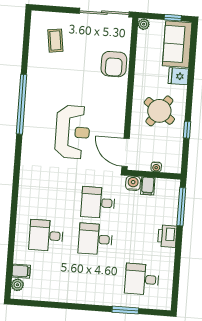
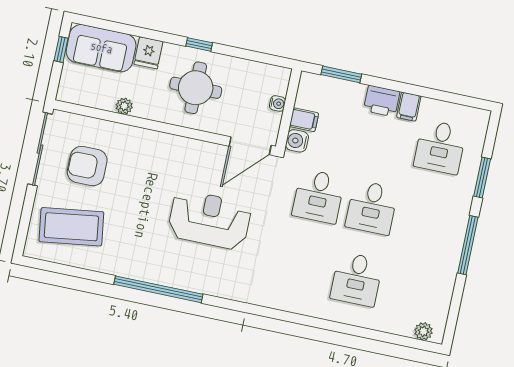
plant: (144, 24) -> (124, 106), moved
coffee table: (55, 41) -> (71, 227), width x1.86, depth x1.72
armchair: (114, 64) -> (87, 166), moved, turned 180
round table: (159, 111) -> (196, 88), turned -36
window: (187, 130) -> (199, 44), moved
window: (181, 207) -> (341, 74), width x0.69
filing cabinet: (21, 271) -> (409, 107), moved, turned 180
window: (79, 307) -> (468, 245), added

